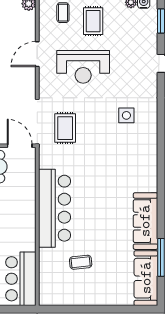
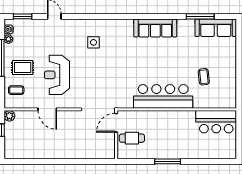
reception desk: (83, 67) -> (57, 75), turned 180
rug: (65, 128) -> (103, 88), removed
sofa: (145, 221) -> (155, 28), moved

